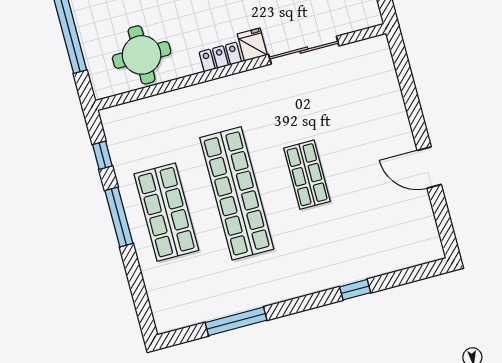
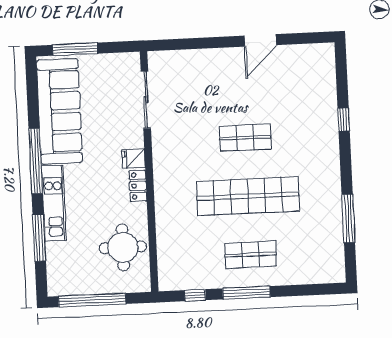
sliding door: (304, 50) -> (146, 100), moved
shop shelf: (166, 212) -> (251, 255), width x0.70, depth x0.74

